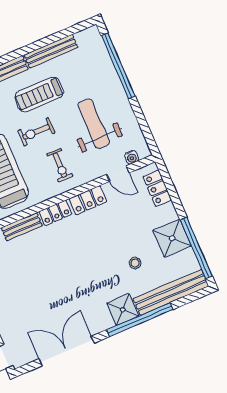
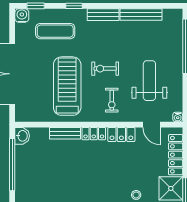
treadmill: (39, 95) -> (119, 42), removed
water cooler: (132, 157) -> (178, 117), moved
locker: (157, 188) -> (176, 155), width x1.53

